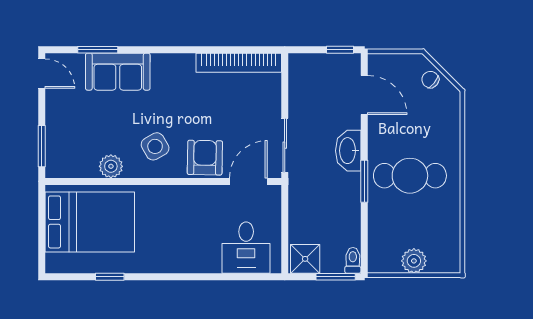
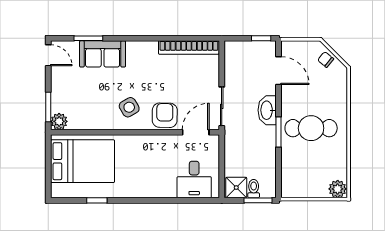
plant: (111, 166) -> (59, 121), moved
toilet: (353, 260) -> (254, 189), moved
plant: (414, 261) -> (338, 189), moved

